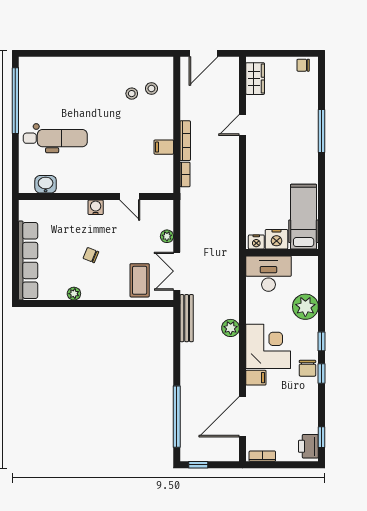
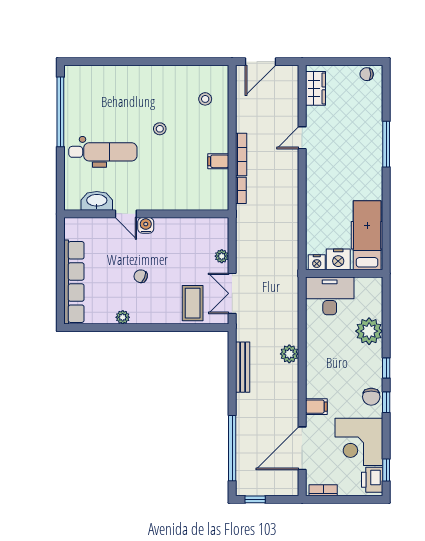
stool: (132, 94) -> (160, 129), moved
washbasin: (46, 184) -> (97, 201), width x1.38
door: (130, 197) -> (126, 214), moved
bench: (187, 318) -> (243, 367), moved
corner desk: (268, 346) -> (359, 442), moved, turned 180

